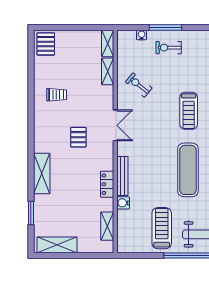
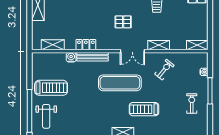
exercise bike: (169, 48) -> (192, 103), moved
shelving: (108, 71) -> (159, 45), moved
exercise mat: (188, 170) -> (120, 83), moved

